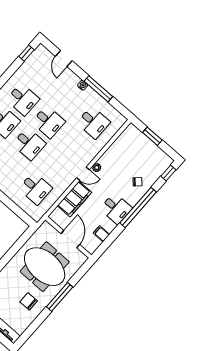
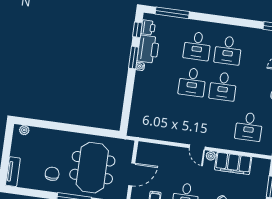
desk: (36, 188) -> (156, 114), removed
filing cabinet: (74, 199) -> (233, 163), moved

